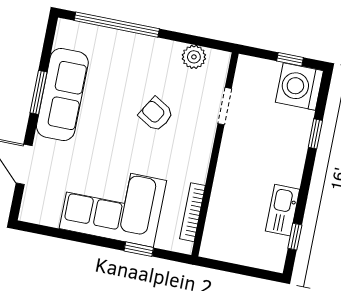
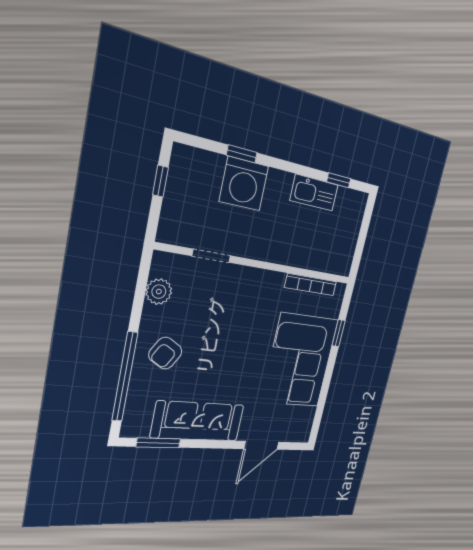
washing machine: (299, 87) -> (244, 184), moved
window: (38, 92) -> (158, 443), moved
armchair: (156, 114) -> (165, 353), moved

